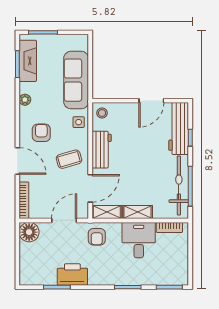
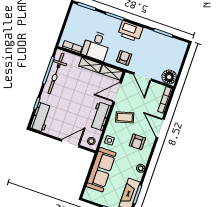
door: (151, 101) -> (70, 143), moved
workbench: (179, 129) -> (41, 117), width x0.73
door: (64, 220) -> (142, 77), hinge flipped
printer: (72, 275) -> (130, 31), moved

